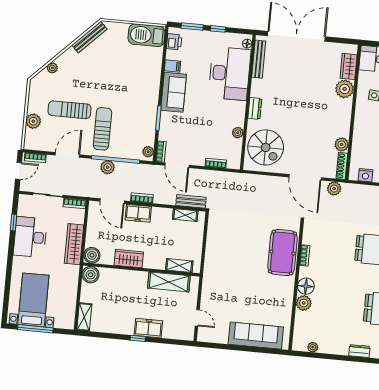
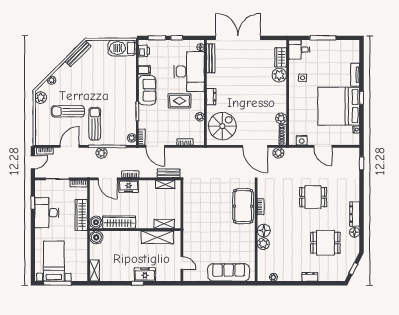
rug: (214, 110) -> (180, 101), added
plant: (33, 121) -> (41, 98), moved
spiral stairs: (266, 147) -> (222, 126), turned -90
wardrobe: (129, 259) -> (119, 222), width x1.50

